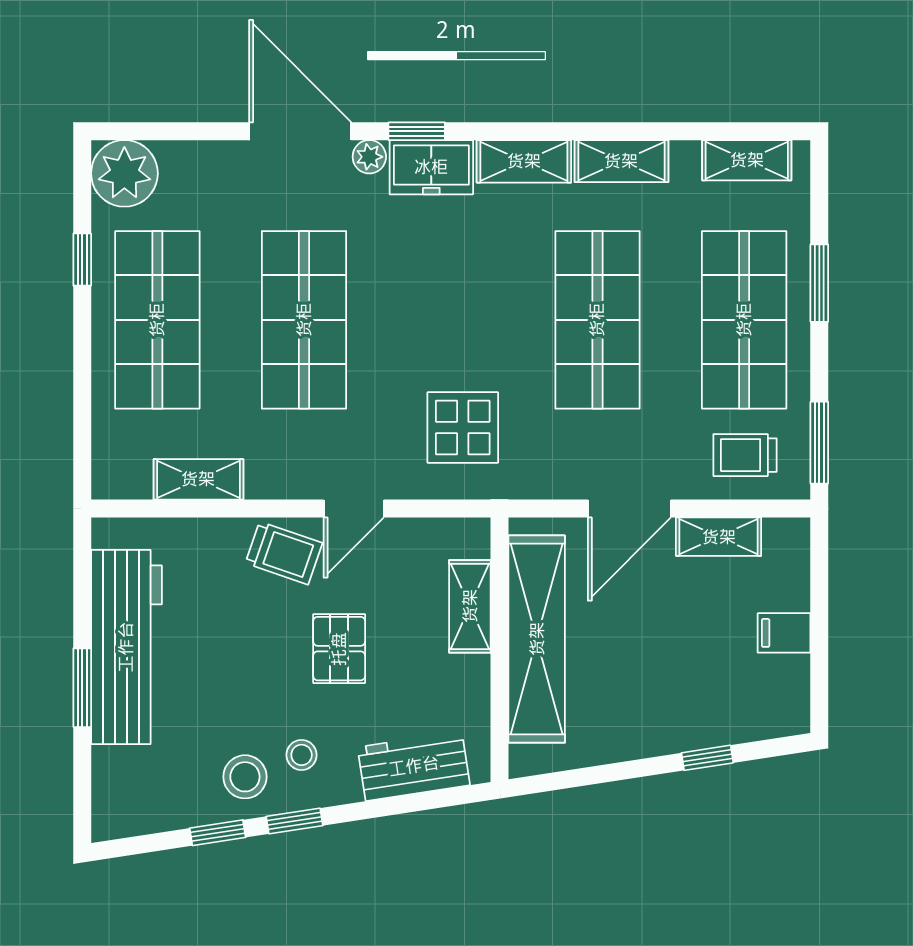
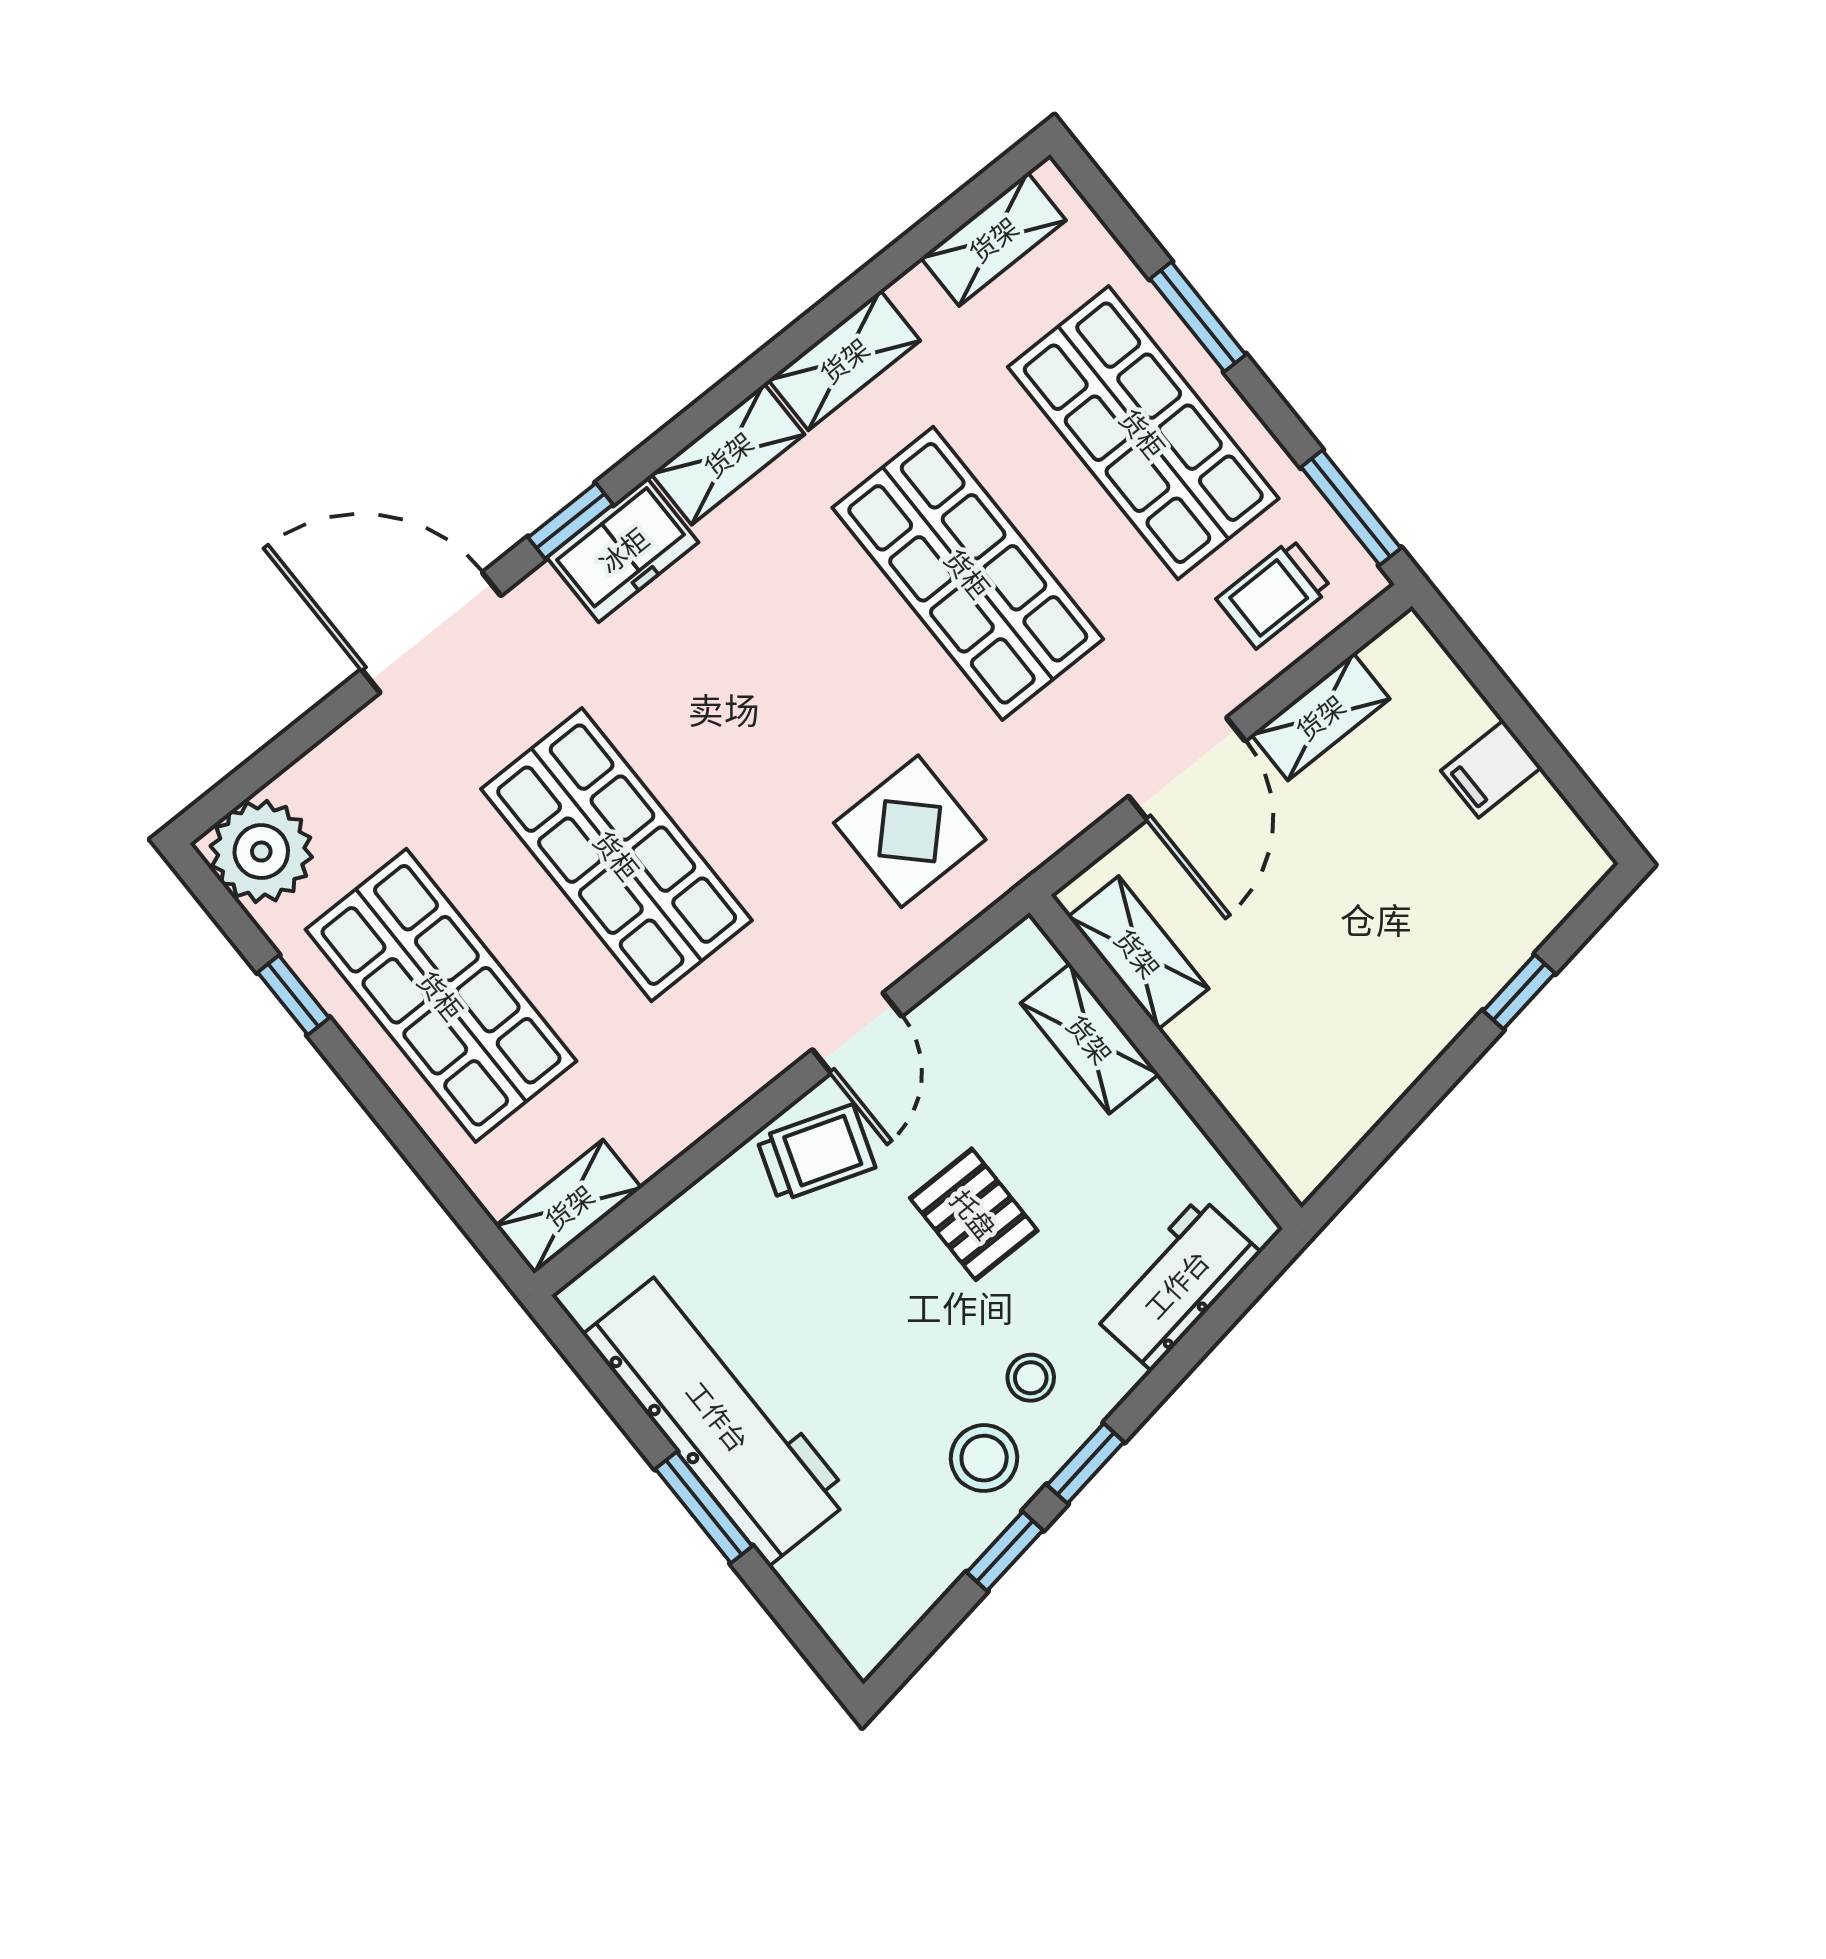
plant: (369, 157) -> (538, 597), removed
shelving: (198, 479) -> (569, 1207), moved
shelving: (537, 639) -> (1138, 953), width x0.45, depth x0.75

